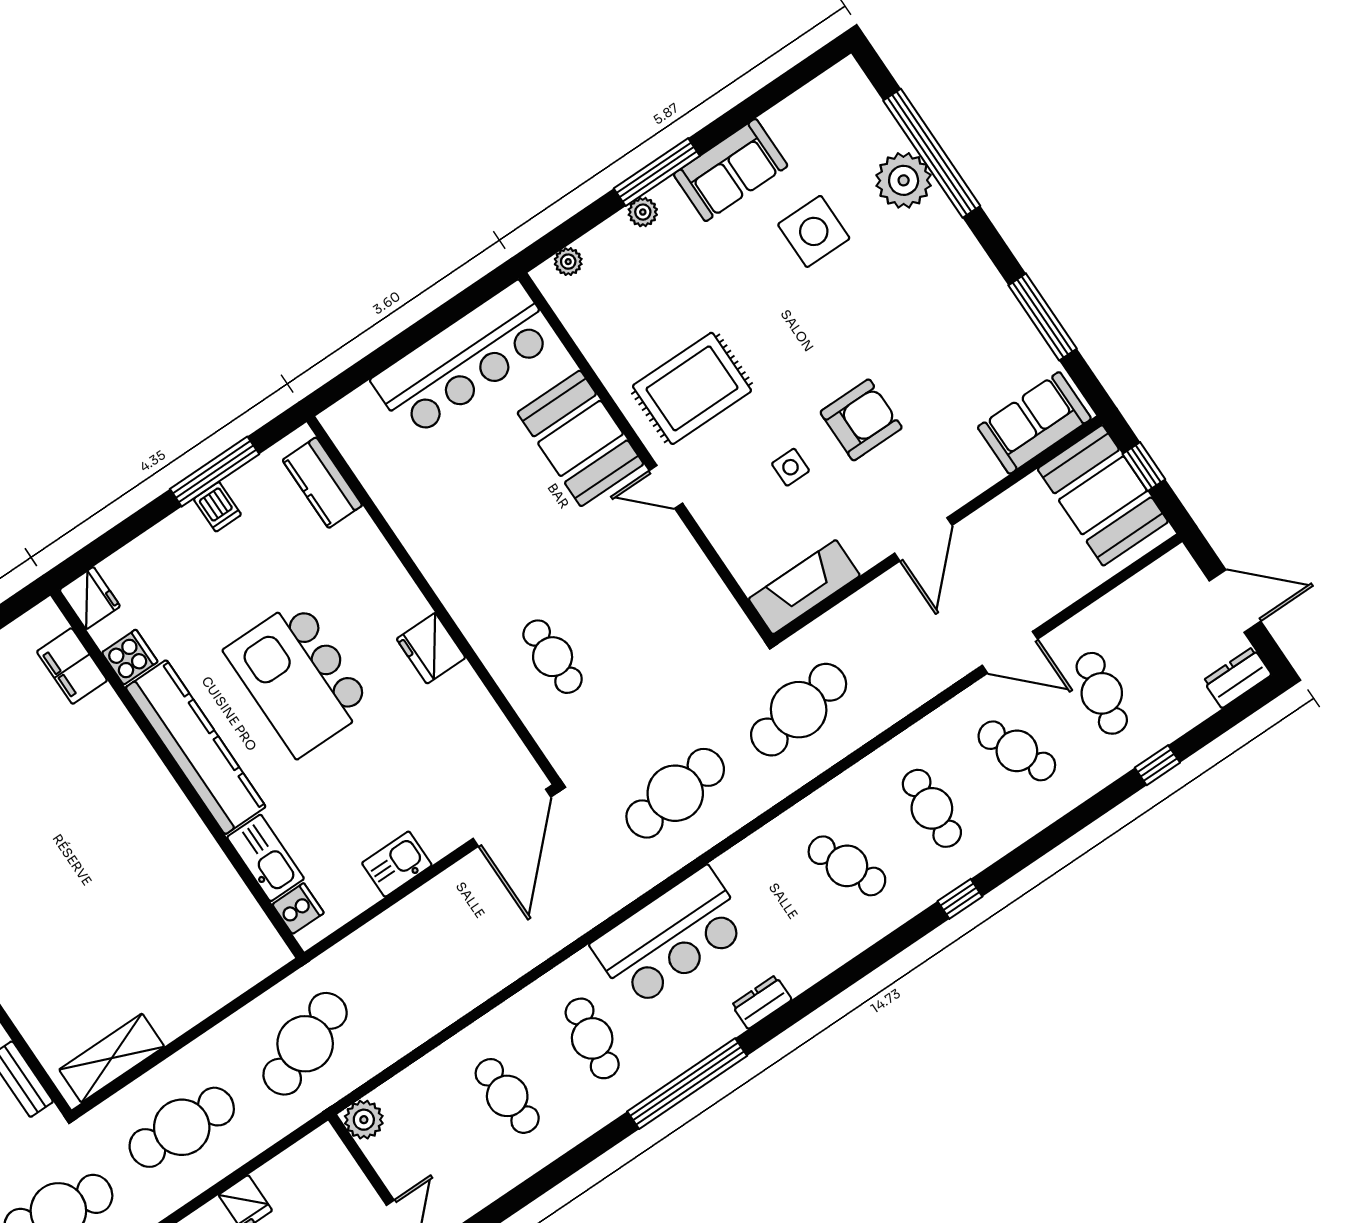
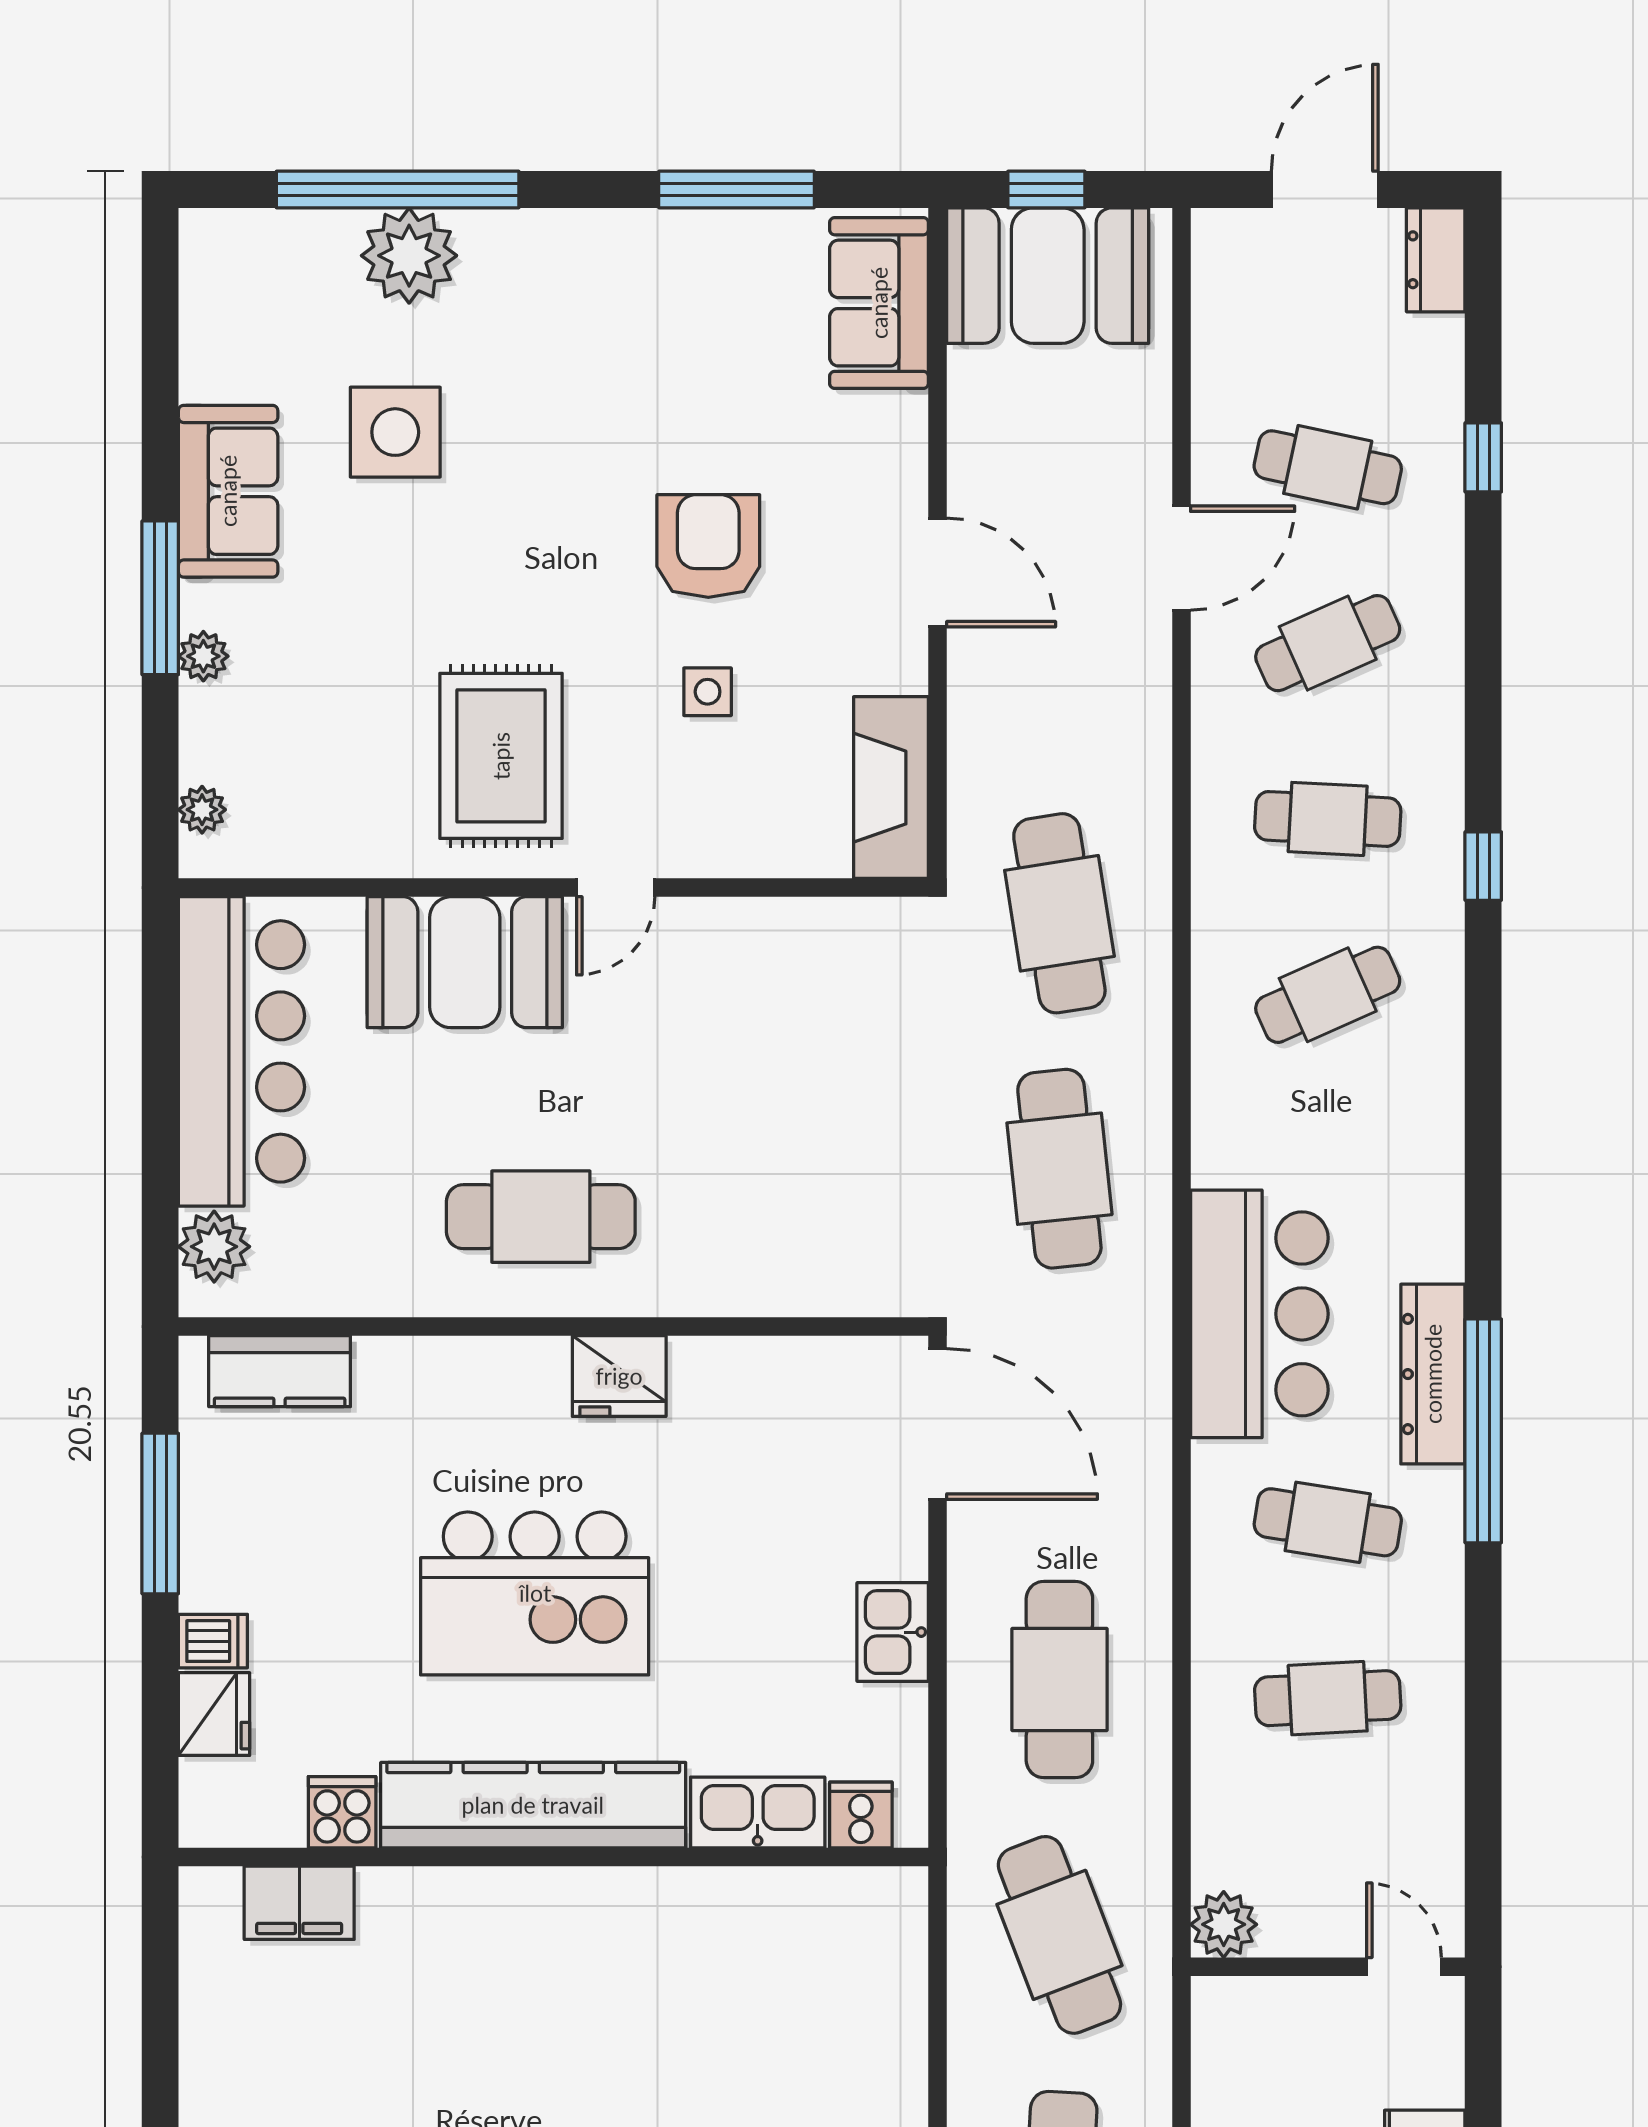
plant: (361, 410) -> (214, 1247), added
dishwasher: (217, 507) -> (213, 1641), moved
fridge: (90, 598) -> (214, 1714), moved, turned 90
cafe table: (553, 657) -> (541, 1217), moved, width x1.37, depth x1.35
cafe table: (428, 960) -> (1059, 1680), added
dresser: (762, 1002) -> (1433, 1374), moved, width x1.96, depth x1.24

